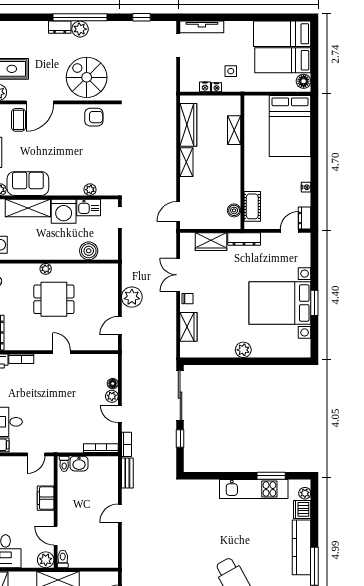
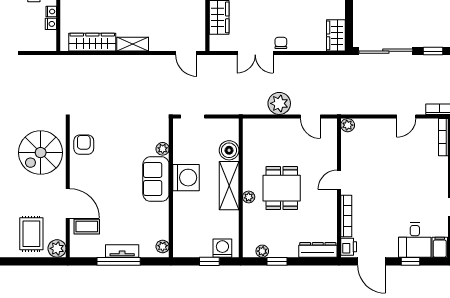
sofa: (28, 184) -> (156, 179), moved
shelving: (28, 208) -> (229, 186), moved
kitchen sink: (89, 208) -> (182, 150), removed
wardrobe: (188, 327) -> (336, 35), moved, turned -90
bookcase: (21, 359) -> (346, 216), width x1.56
floor lamp: (113, 384) -> (373, 124), removed
plant: (112, 396) -> (348, 125), moved

